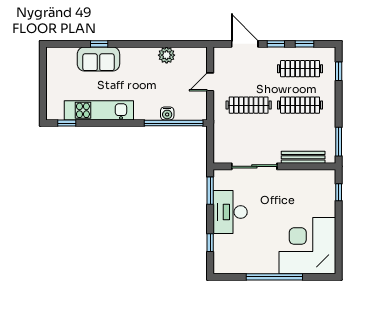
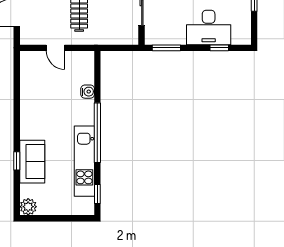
plant: (167, 55) -> (28, 207), moved
window: (174, 123) -> (97, 133), moved
desk: (230, 212) -> (209, 27), moved

